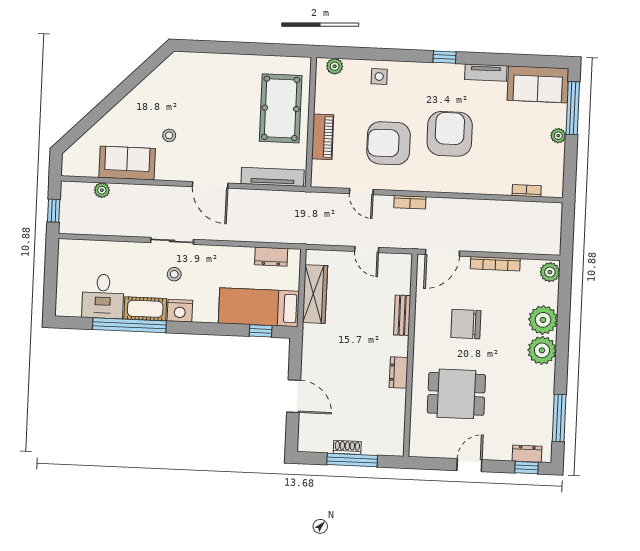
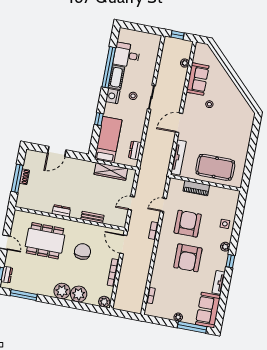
plant: (335, 66) -> (225, 247), moved
armchair: (450, 134) -> (188, 258), turned 90
window: (261, 331) -> (99, 119), moved
dining table: (456, 394) -> (45, 241), width x1.38

